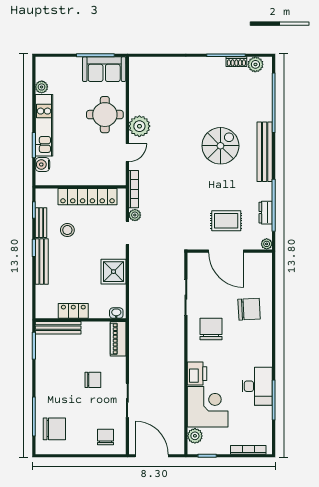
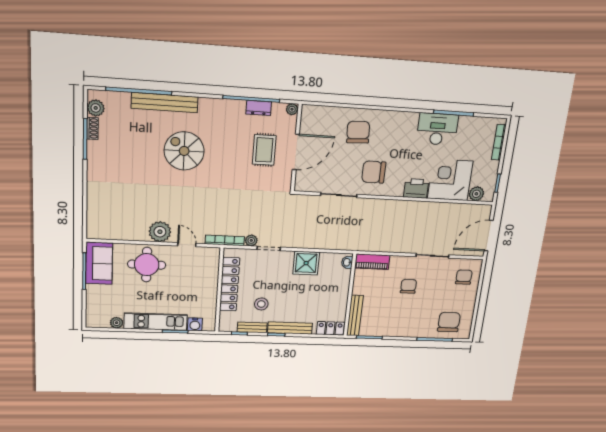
bench: (265, 152) -> (165, 103), moved
locker: (73, 311) -> (330, 328), moved, turned 90
chair: (106, 437) -> (464, 277), turned 90

